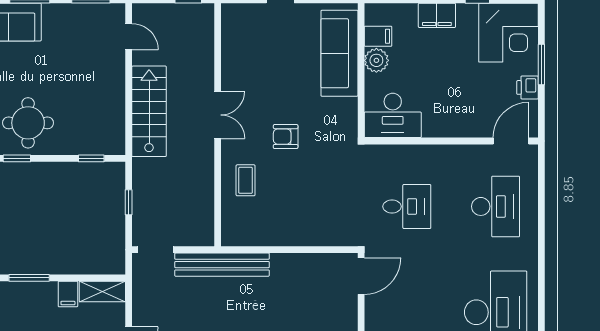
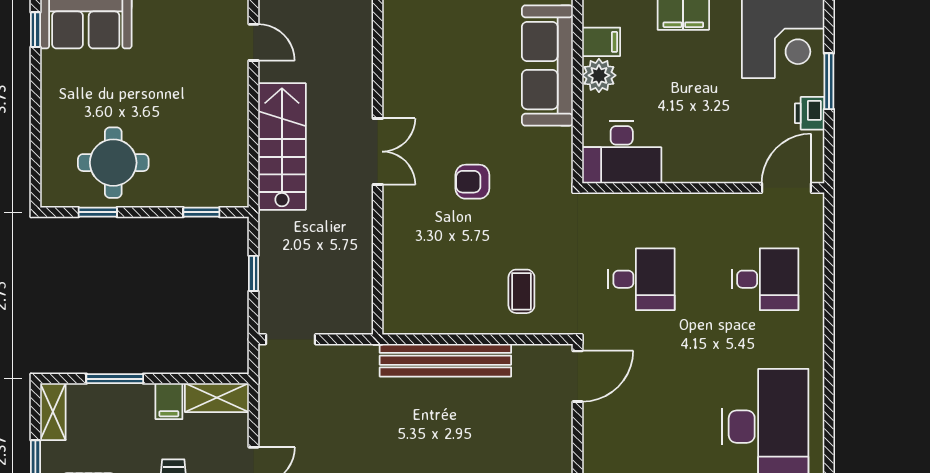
coffee table: (246, 180) -> (521, 291), moved
desk: (496, 206) -> (765, 279), width x0.73
bench: (222, 265) -> (445, 360), moved

